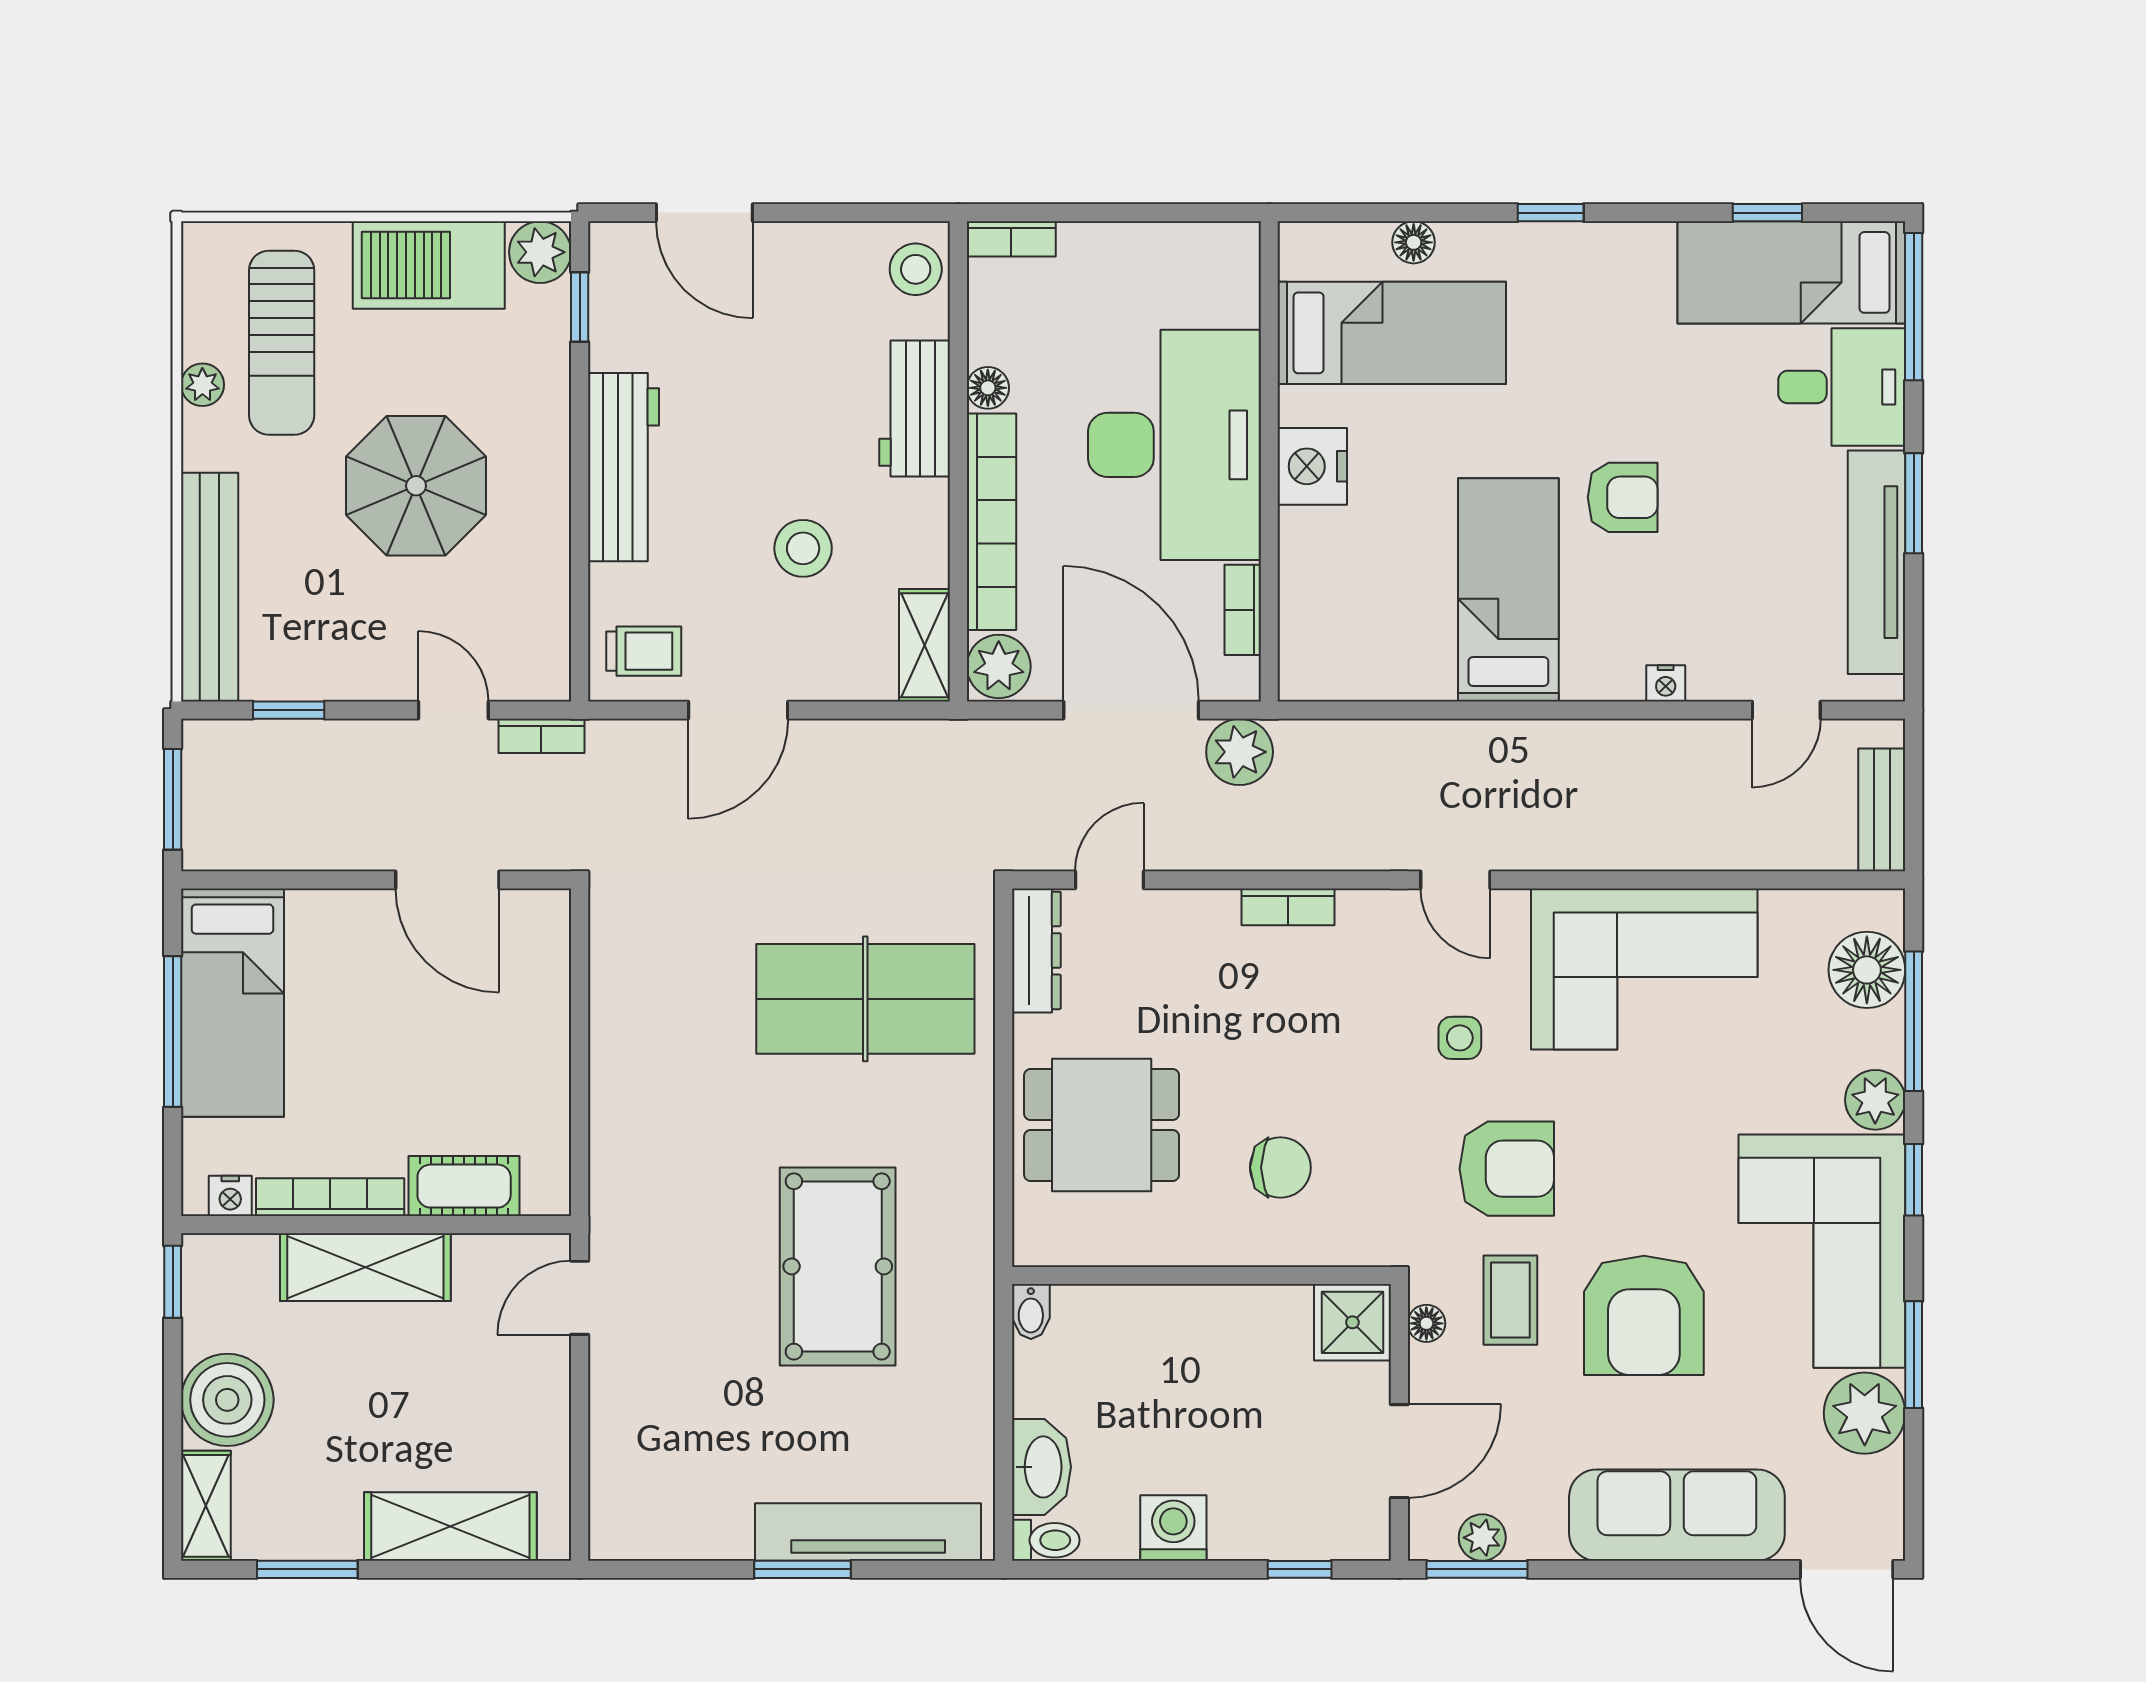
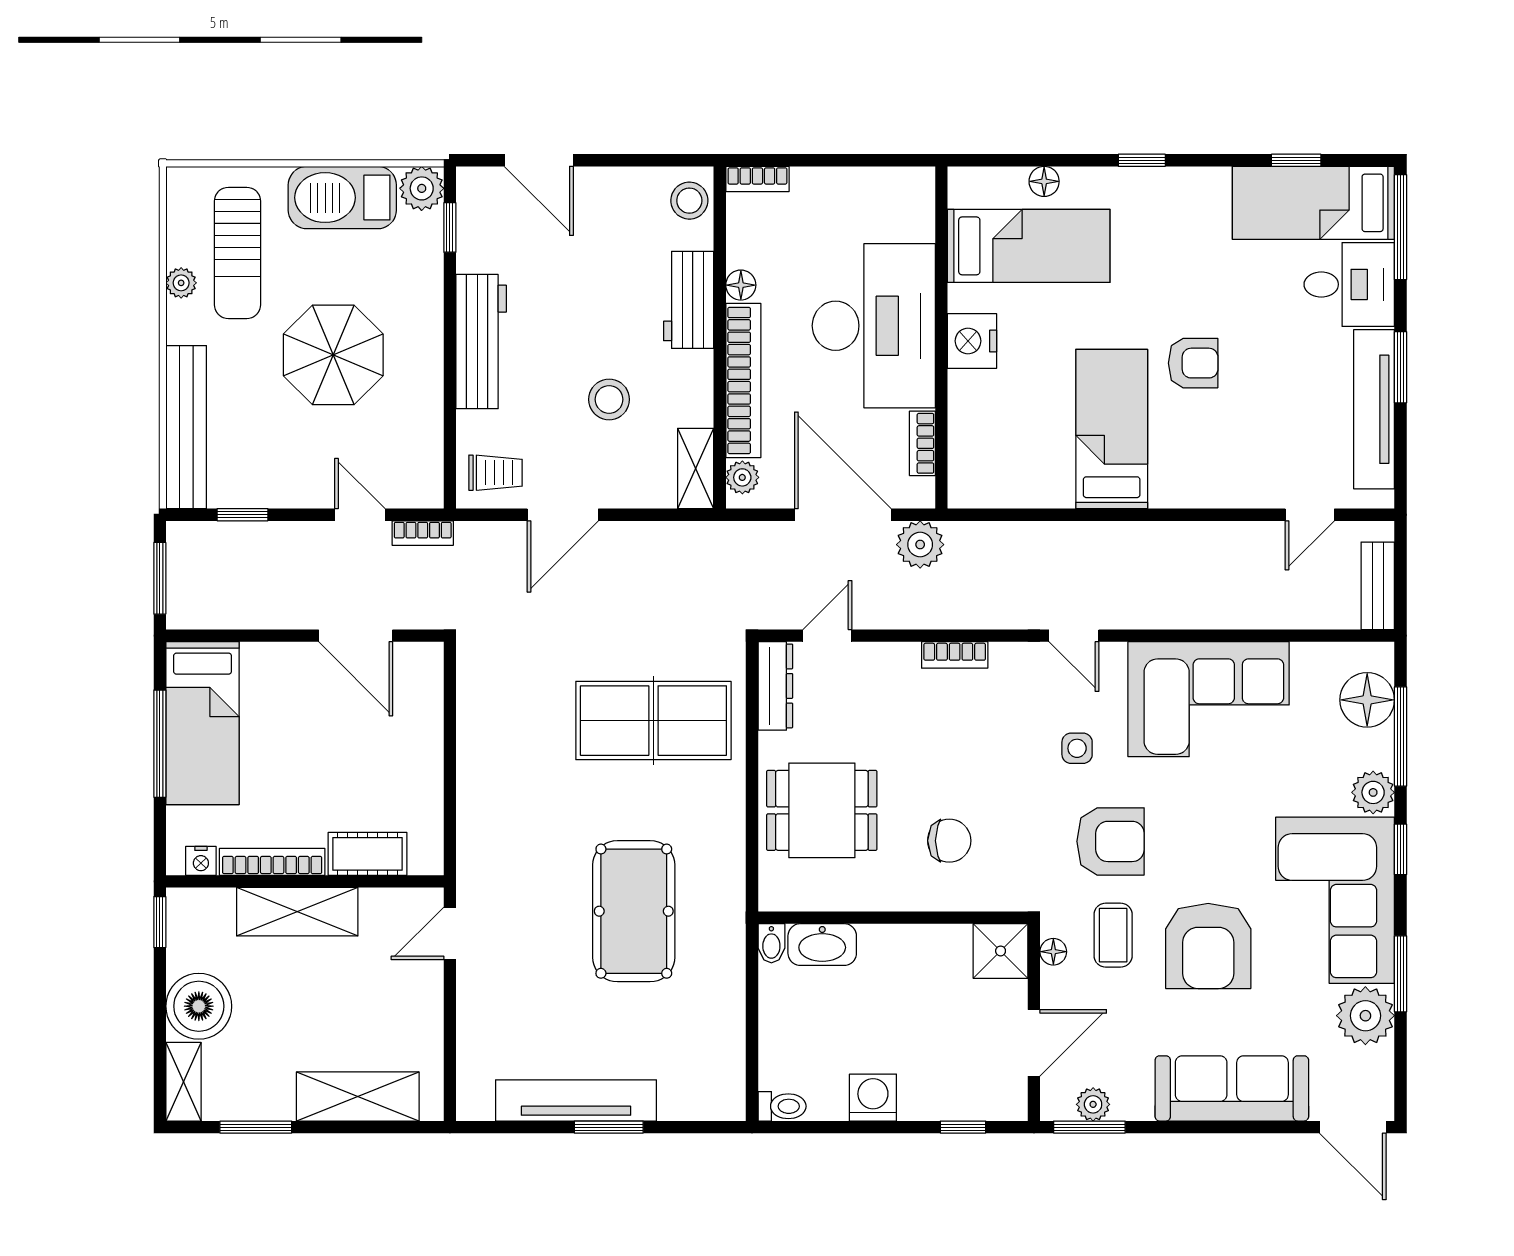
plant: (999, 666) -> (742, 477), width x0.73, depth x0.73
nightstand: (1666, 683) -> (1224, 496), removed
washbasin: (1041, 1467) -> (822, 945), moved, turned 90
tv unit: (868, 1532) -> (576, 1100), moved

